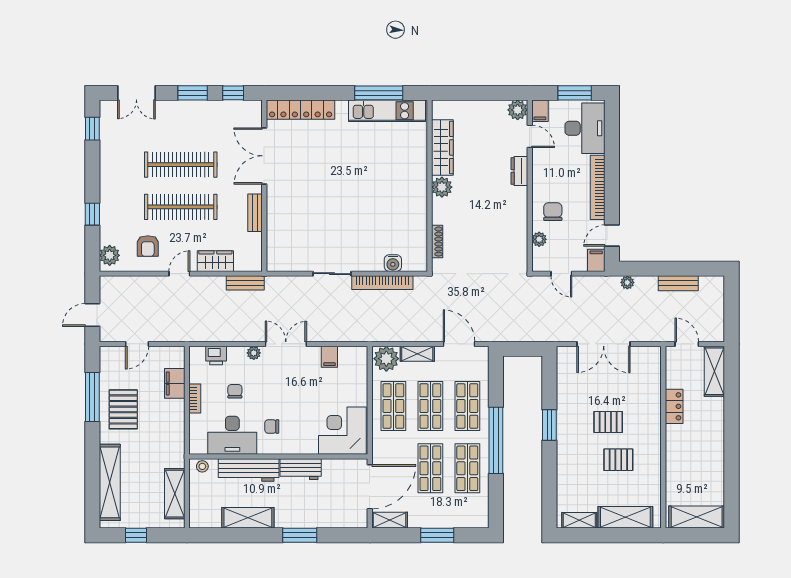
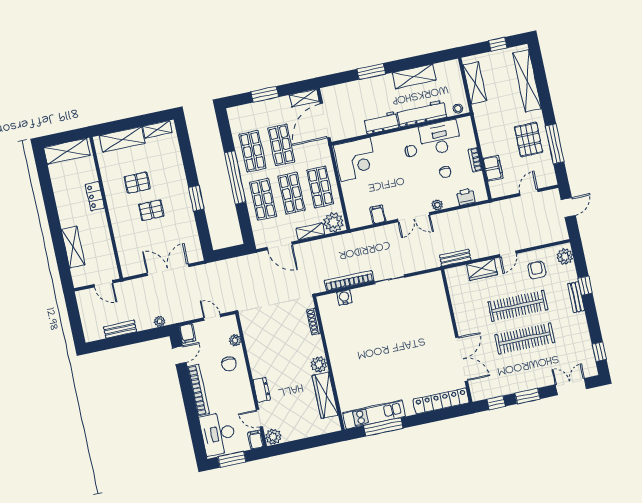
bench: (255, 213) -> (576, 297), moved
shelving: (714, 371) -> (73, 247), moved
locker: (674, 406) -> (95, 196), moved

